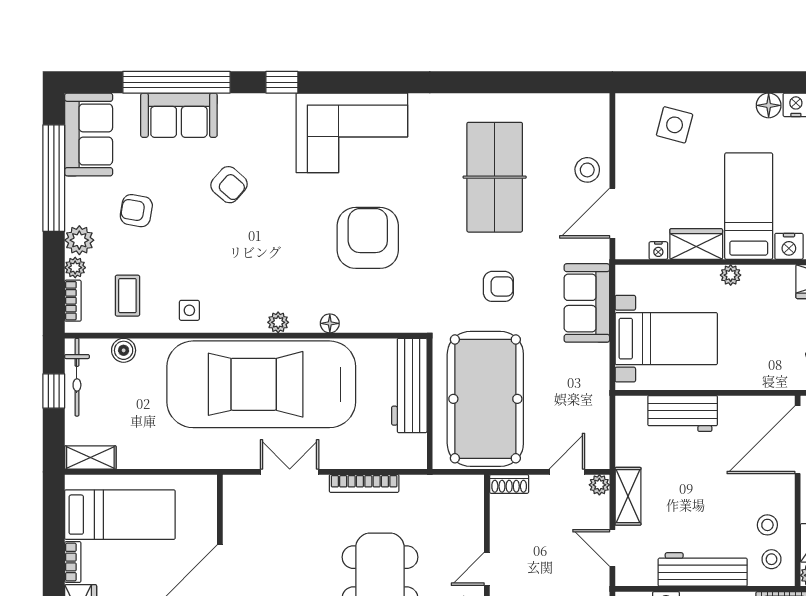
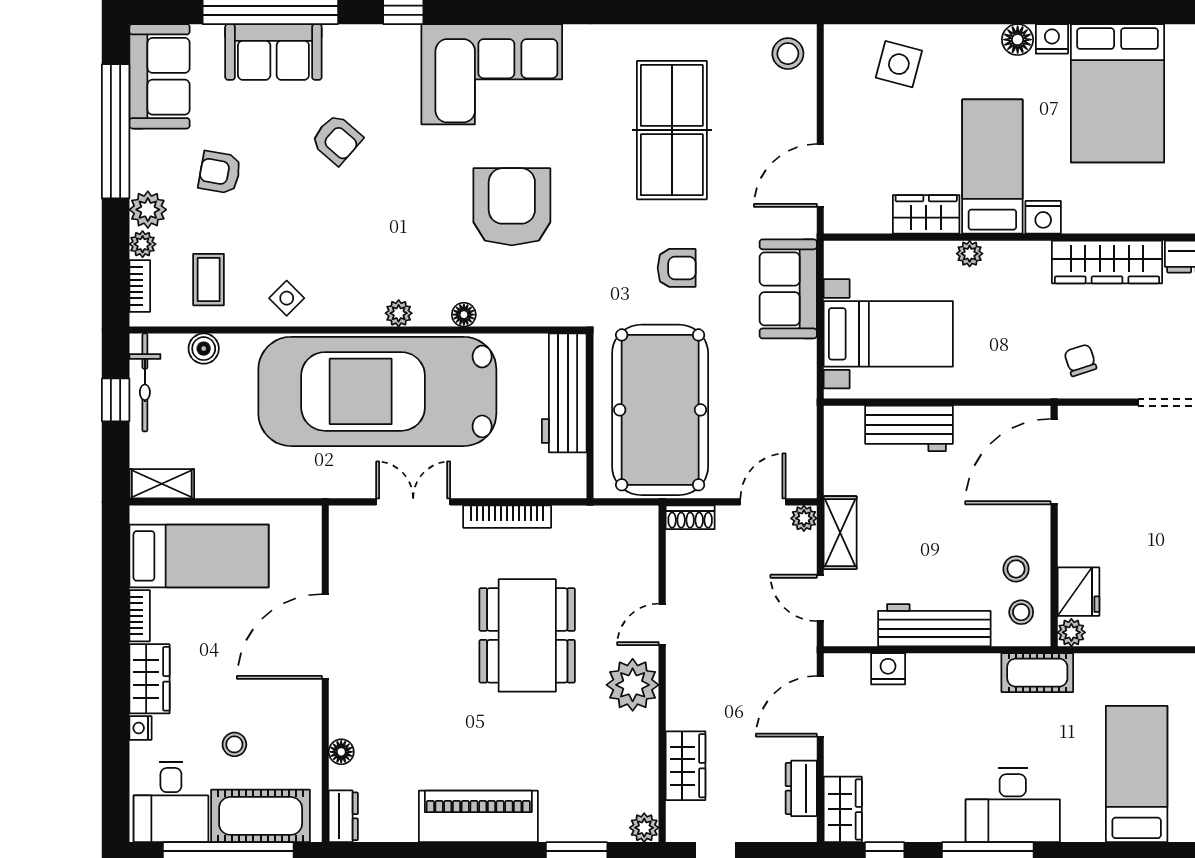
stool: (587, 170) -> (788, 54), moved
nightstand: (658, 251) -> (878, 223), removed
side table: (189, 310) -> (287, 298), turned 45

